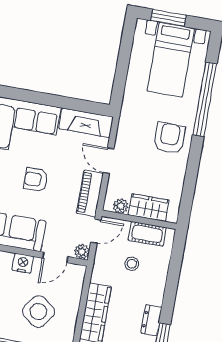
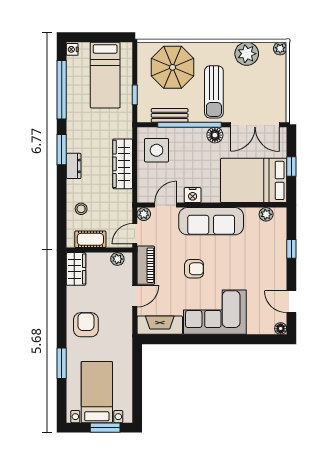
window: (205, 99) -> (62, 363), width x0.47
armchair: (169, 138) -> (86, 325), turned 180
door: (108, 161) -> (135, 296), hinge flipped
wardrobe: (149, 208) -> (76, 269), moved, turned -90
stool: (132, 264) -> (81, 209), moved
side table: (38, 312) -> (157, 150), moved, turned -37

